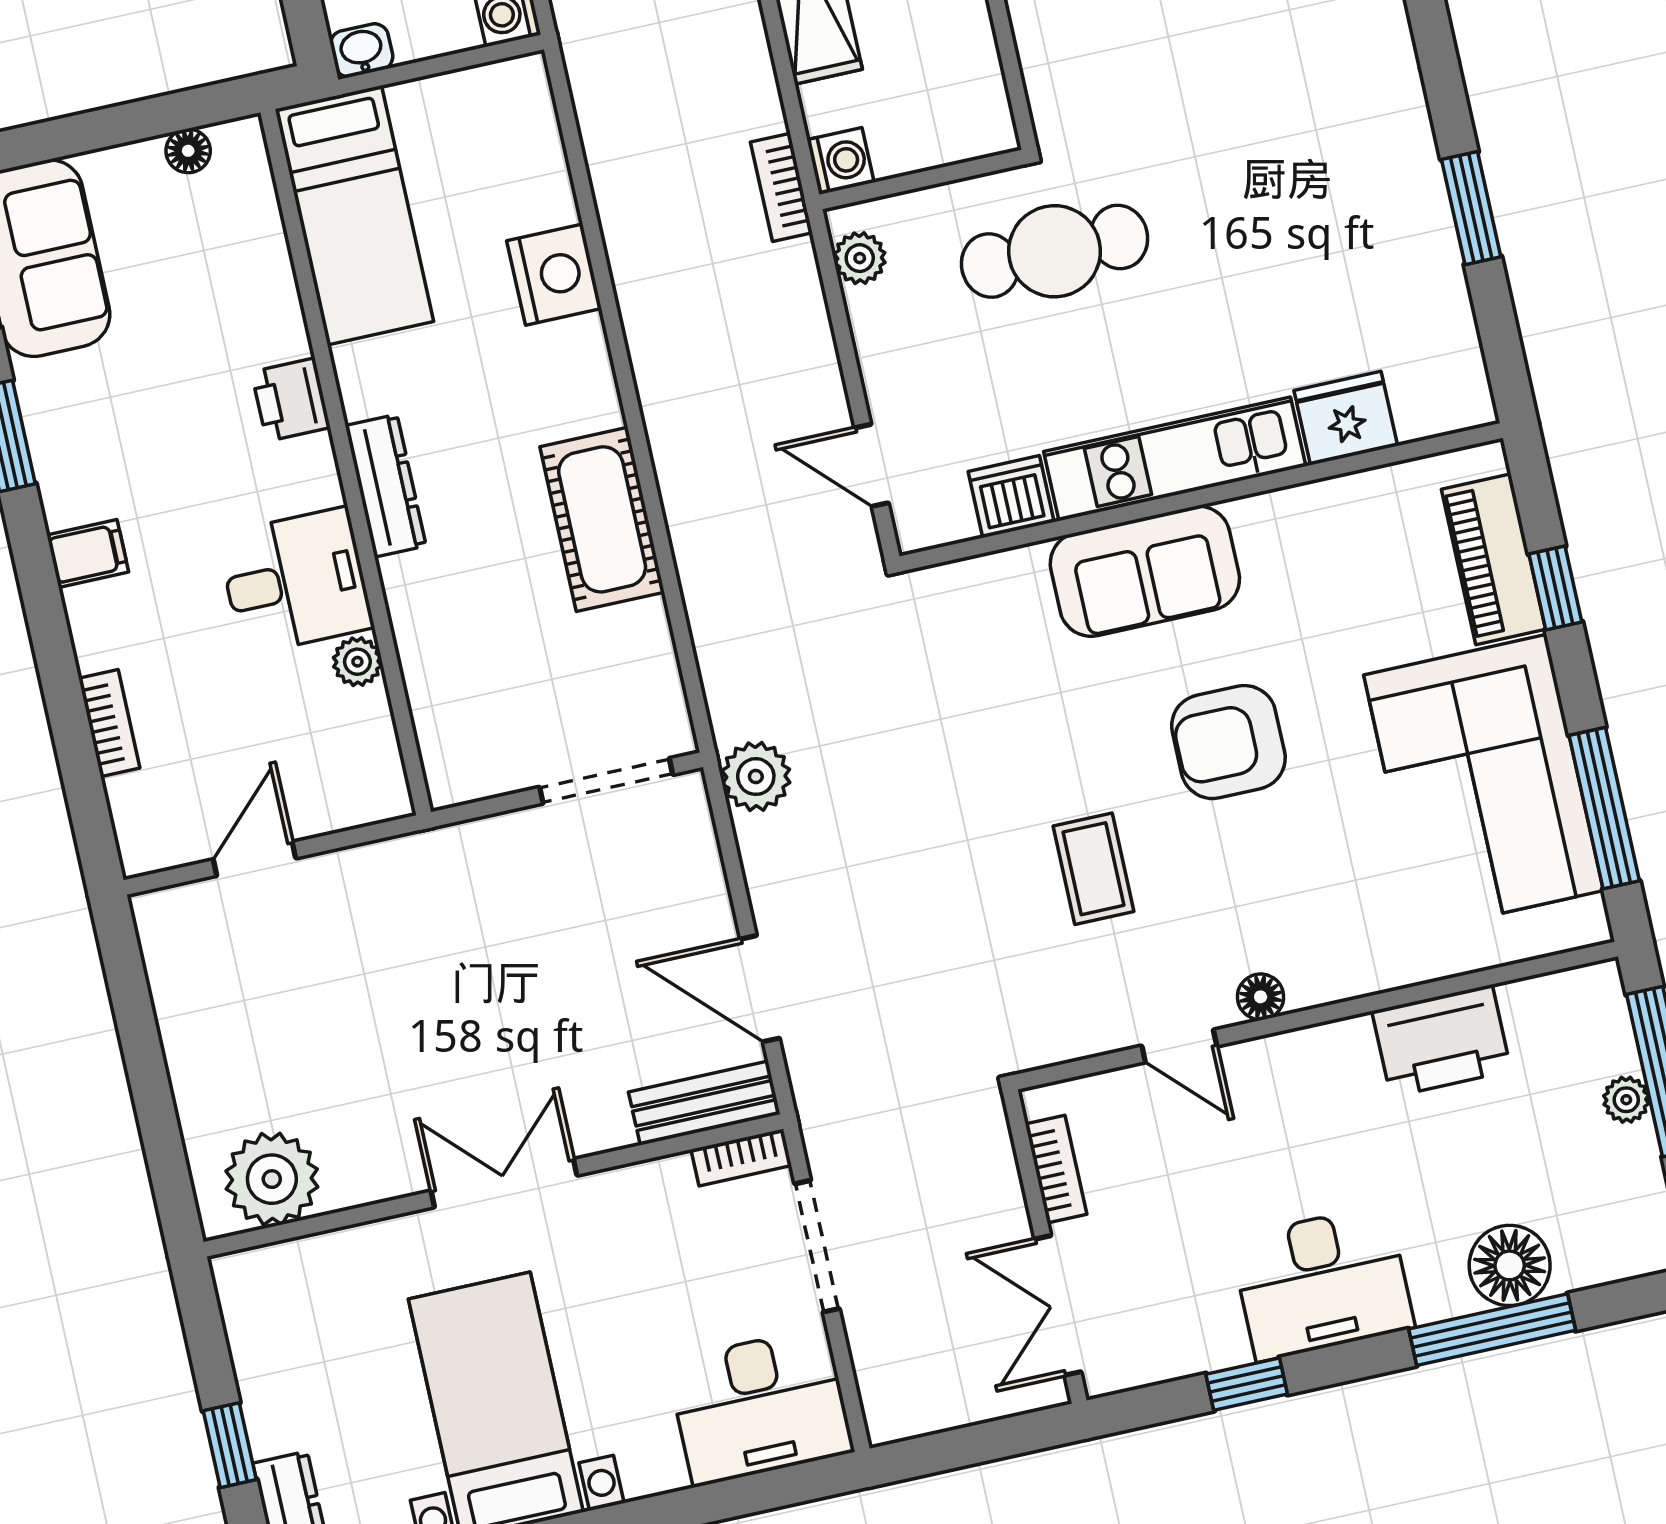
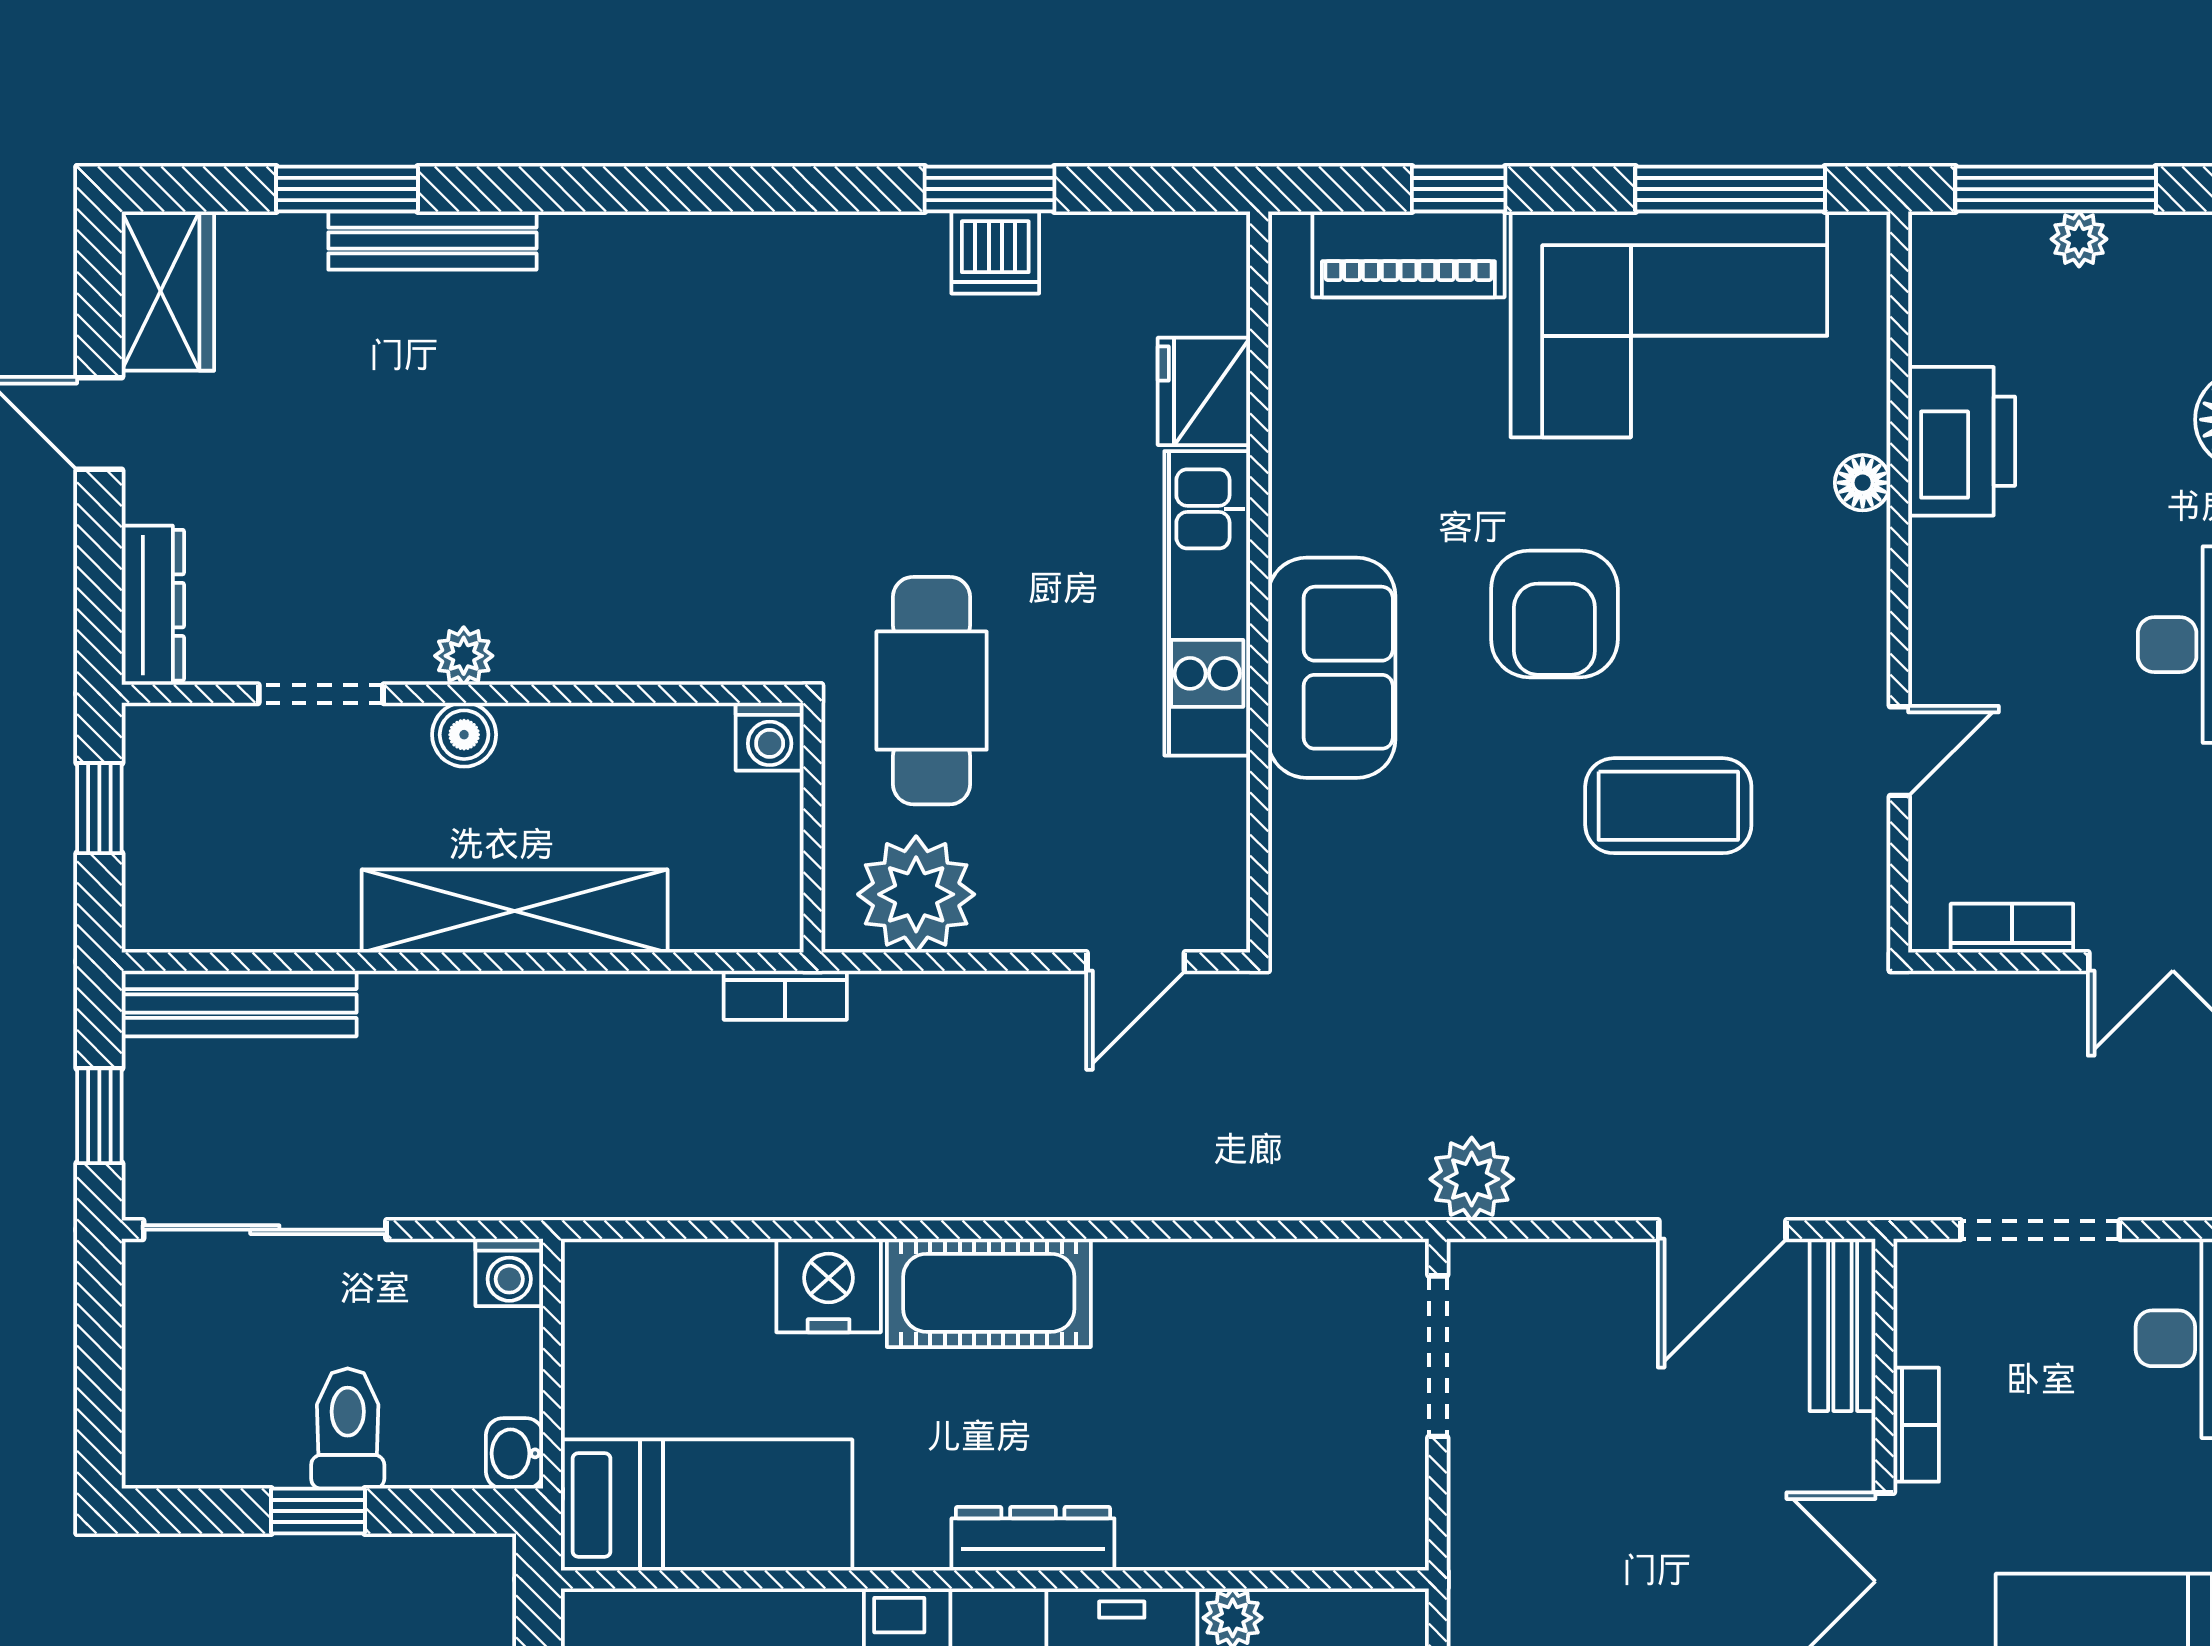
washing machine: (841, 161) -> (770, 737), moved, turned 180
plant: (860, 258) -> (916, 894), width x1.88, depth x1.88
dishwasher: (1011, 497) -> (995, 252), moved, turned -90
cot: (602, 519) -> (989, 1293), moved
coffee table: (1094, 869) -> (1668, 806), width x1.36, depth x1.30
floor lamp: (1261, 997) -> (1863, 483), moved
bookcase: (741, 1157) -> (1916, 1425), moved

